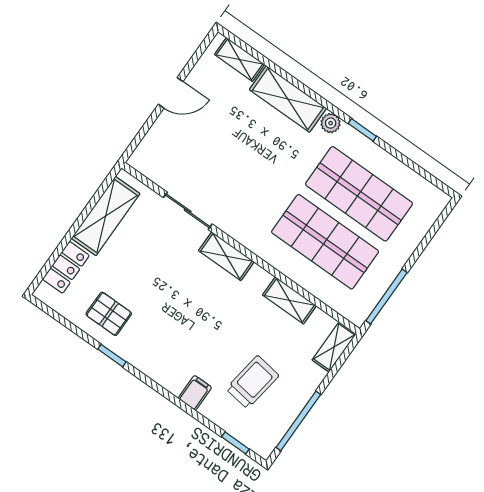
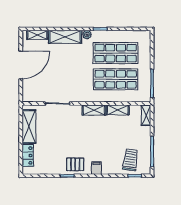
door: (171, 93) -> (21, 65), width x1.87
shelving: (226, 256) -> (94, 110), moved
pallet: (109, 314) -> (75, 164), moved
trolley: (252, 382) -> (130, 160), moved
filing cabinet: (195, 393) -> (96, 168), moved

